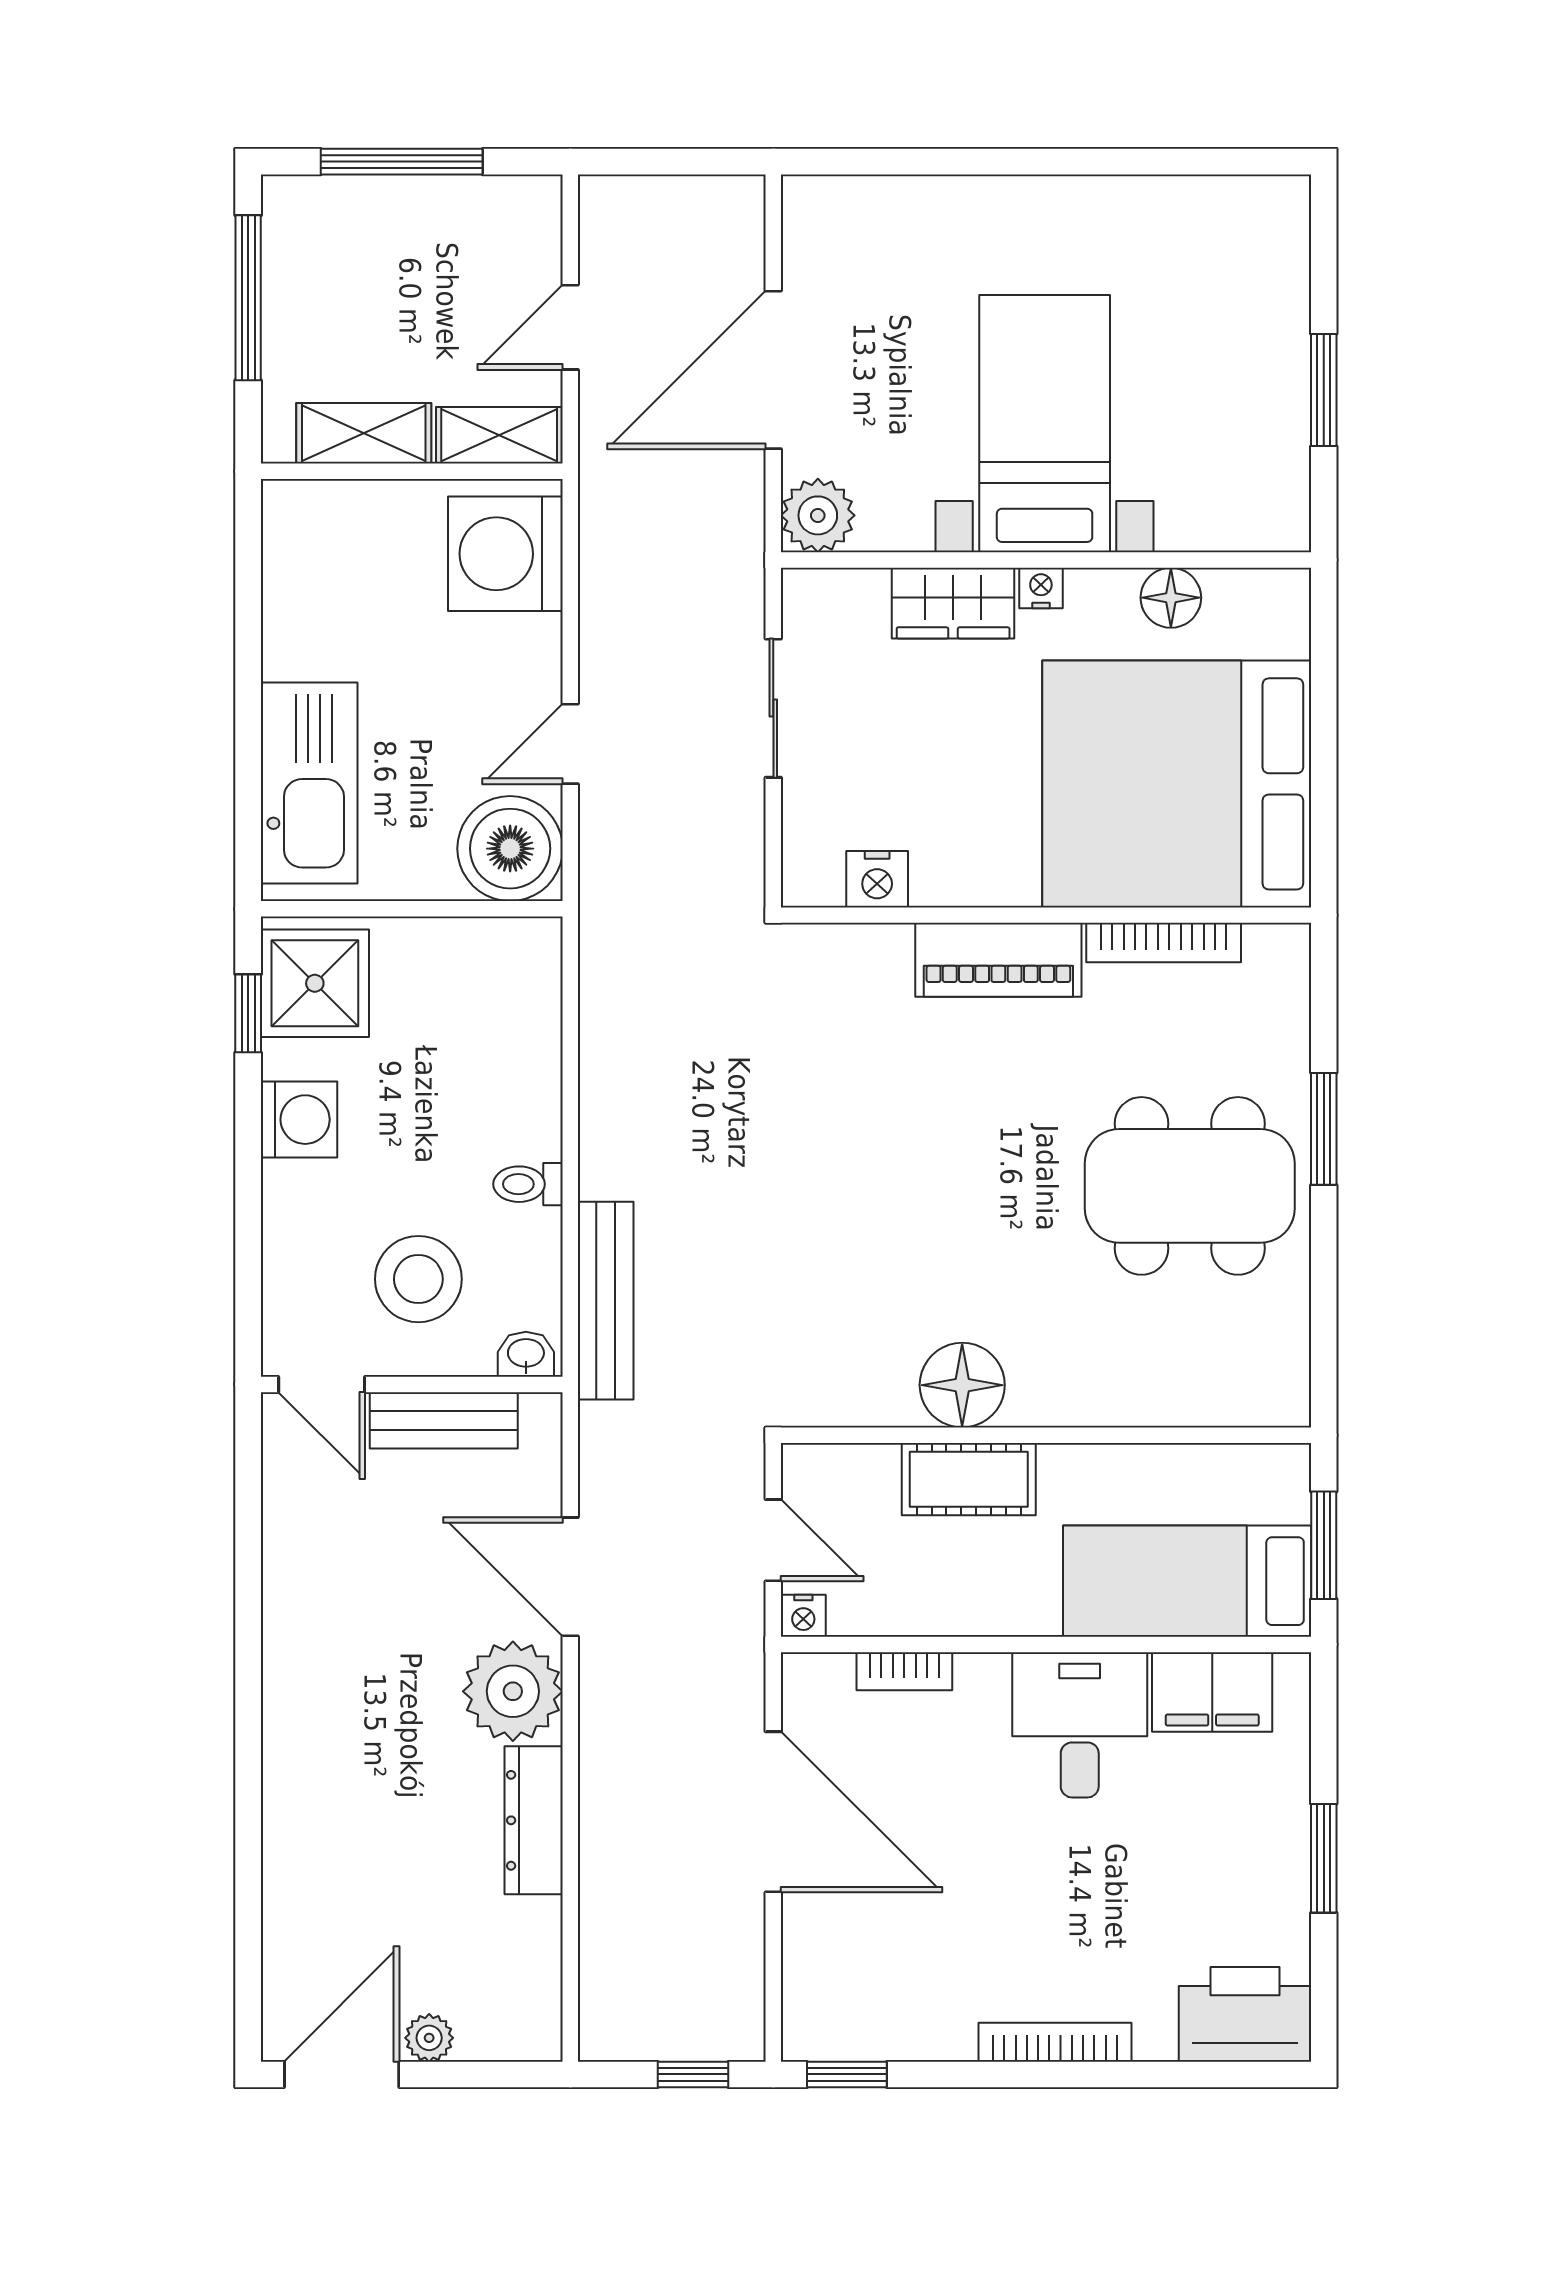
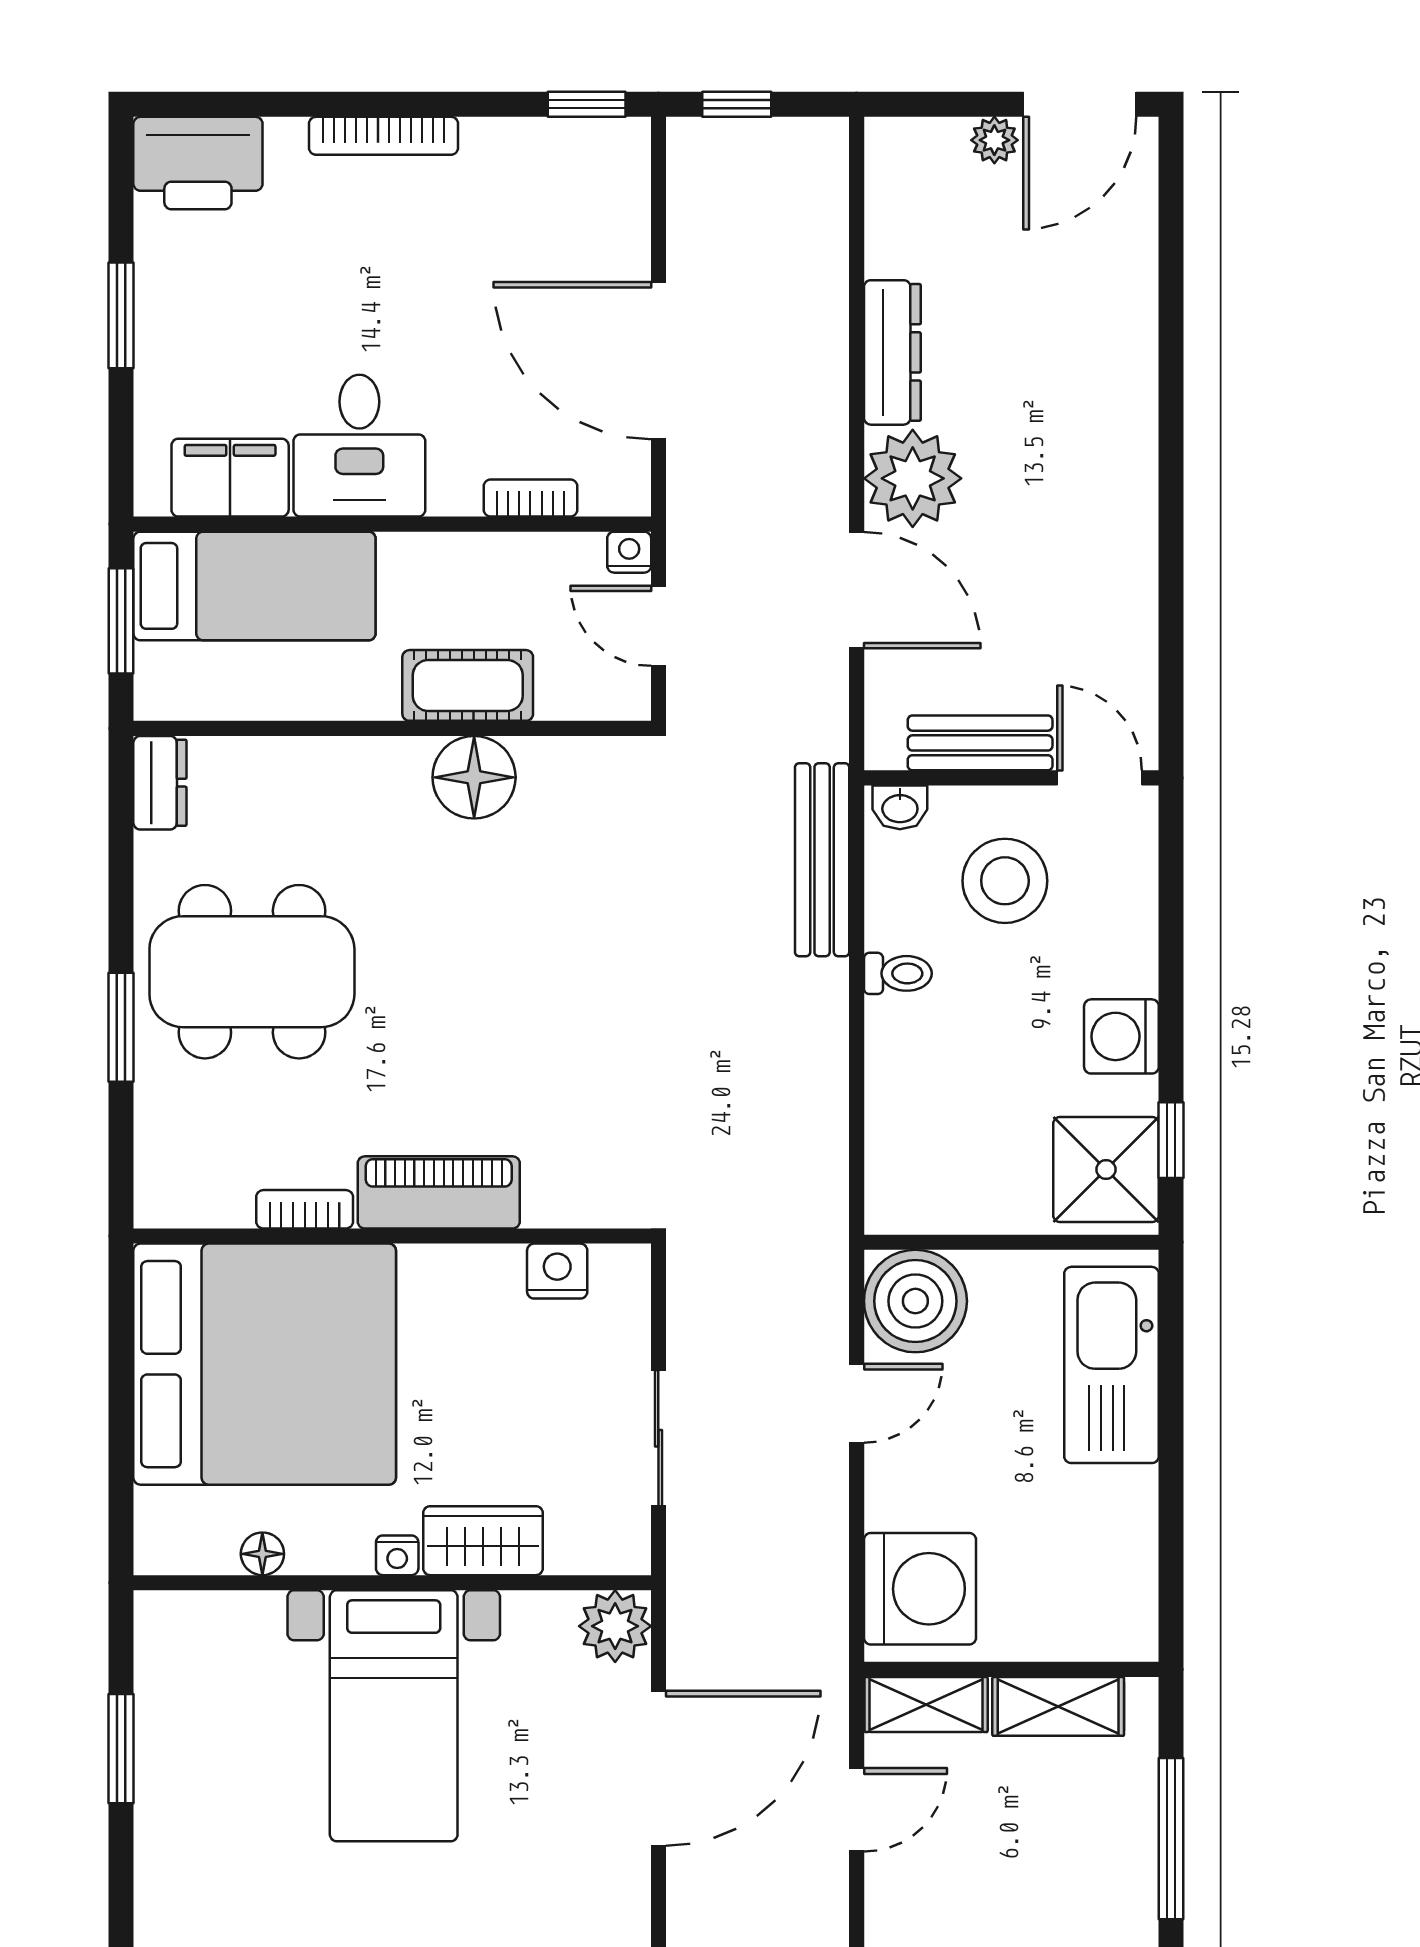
floor lamp: (1171, 598) -> (262, 1554), width x0.73, depth x0.73
bookcase: (1164, 943) -> (305, 1209), width x0.64
dresser: (1284, 1379) -> (160, 783), added

